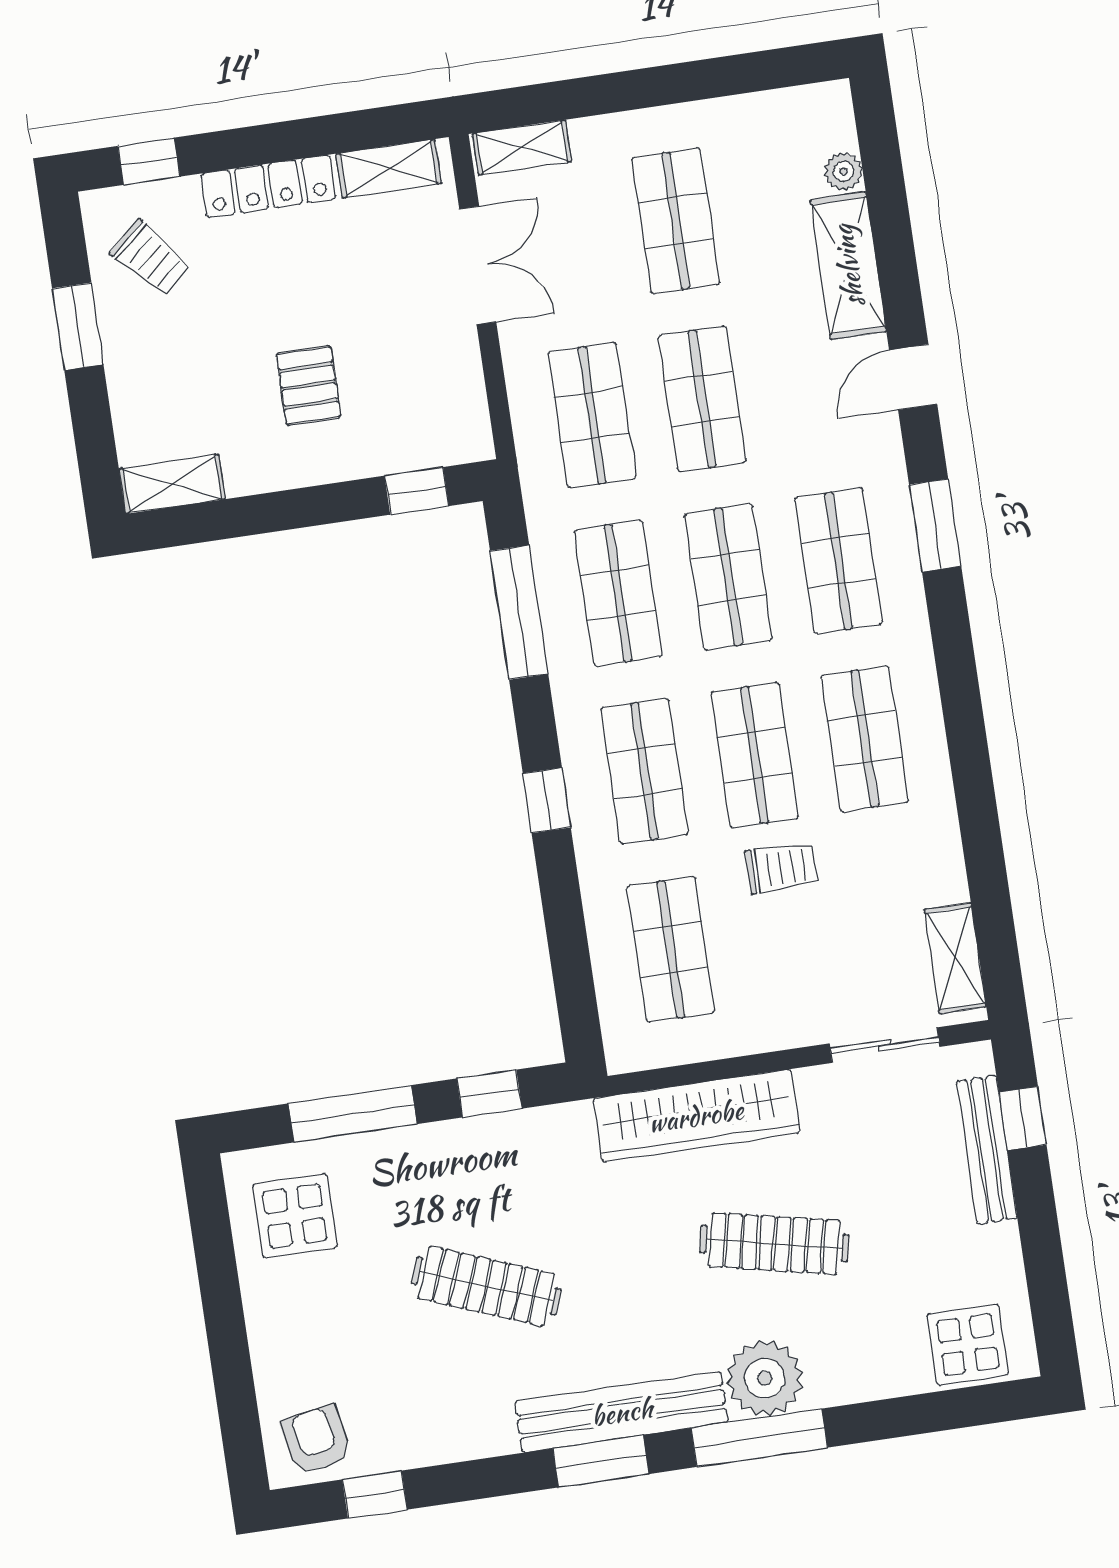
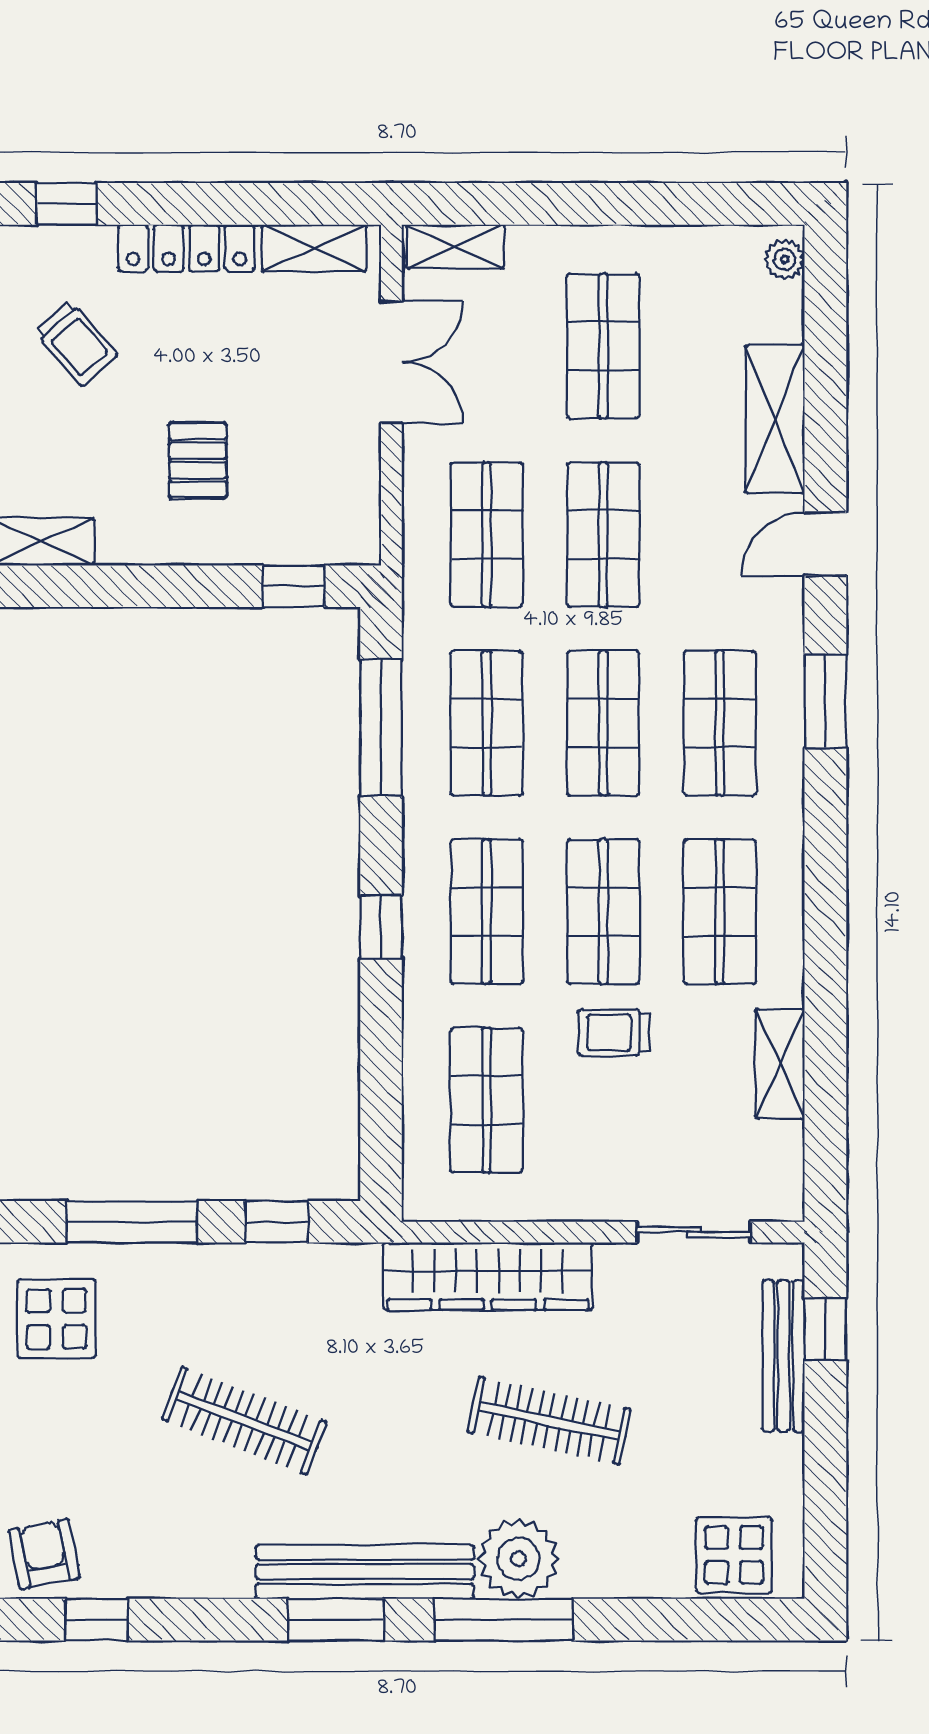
plant: (844, 171) -> (785, 260), moved
trolley: (150, 258) -> (76, 343), moved
trolley: (782, 868) -> (614, 1032), turned 180
shelving: (955, 958) -> (780, 1064), moved

